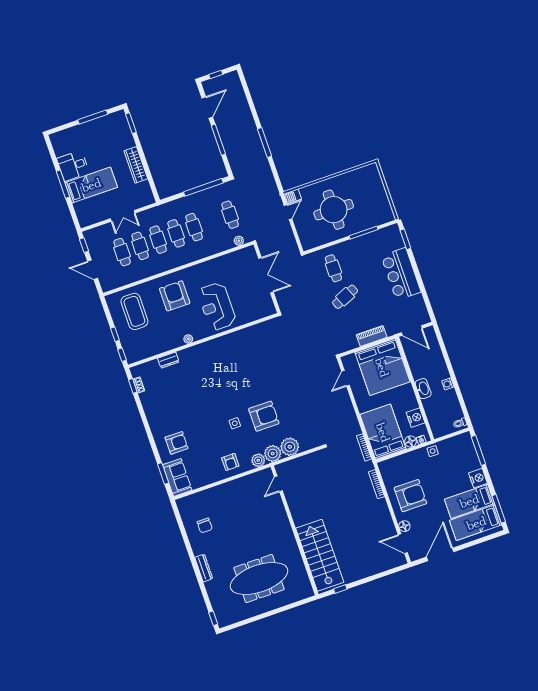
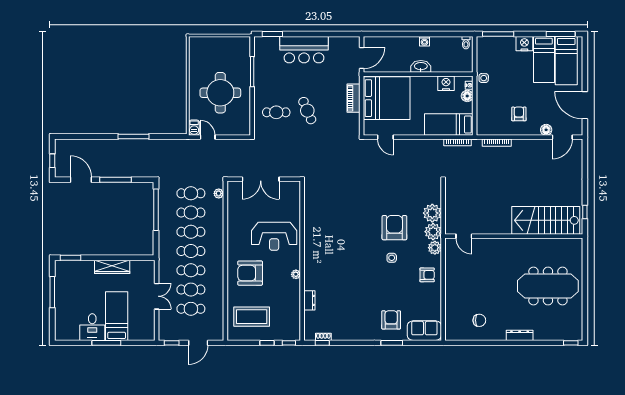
cafe table: (212, 221) -> (191, 213), added
double door: (266, 275) -> (261, 179), swing flipped
bed: (383, 432) -> (449, 124), width x0.67
window: (163, 474) -> (392, 343), moved
armchair: (410, 496) -> (519, 114), width x0.53, depth x0.53
meeting table: (259, 579) -> (548, 286), turned 90

